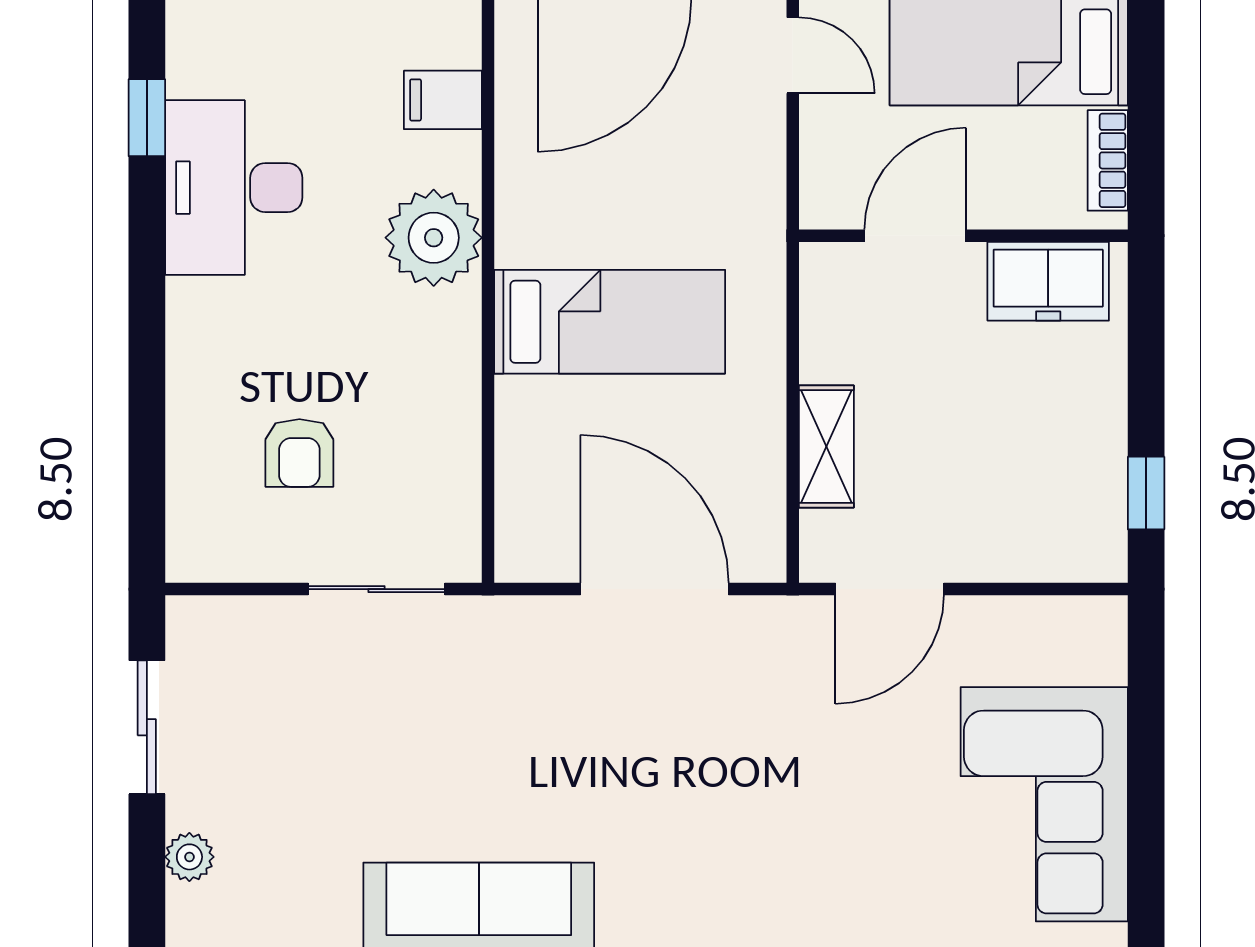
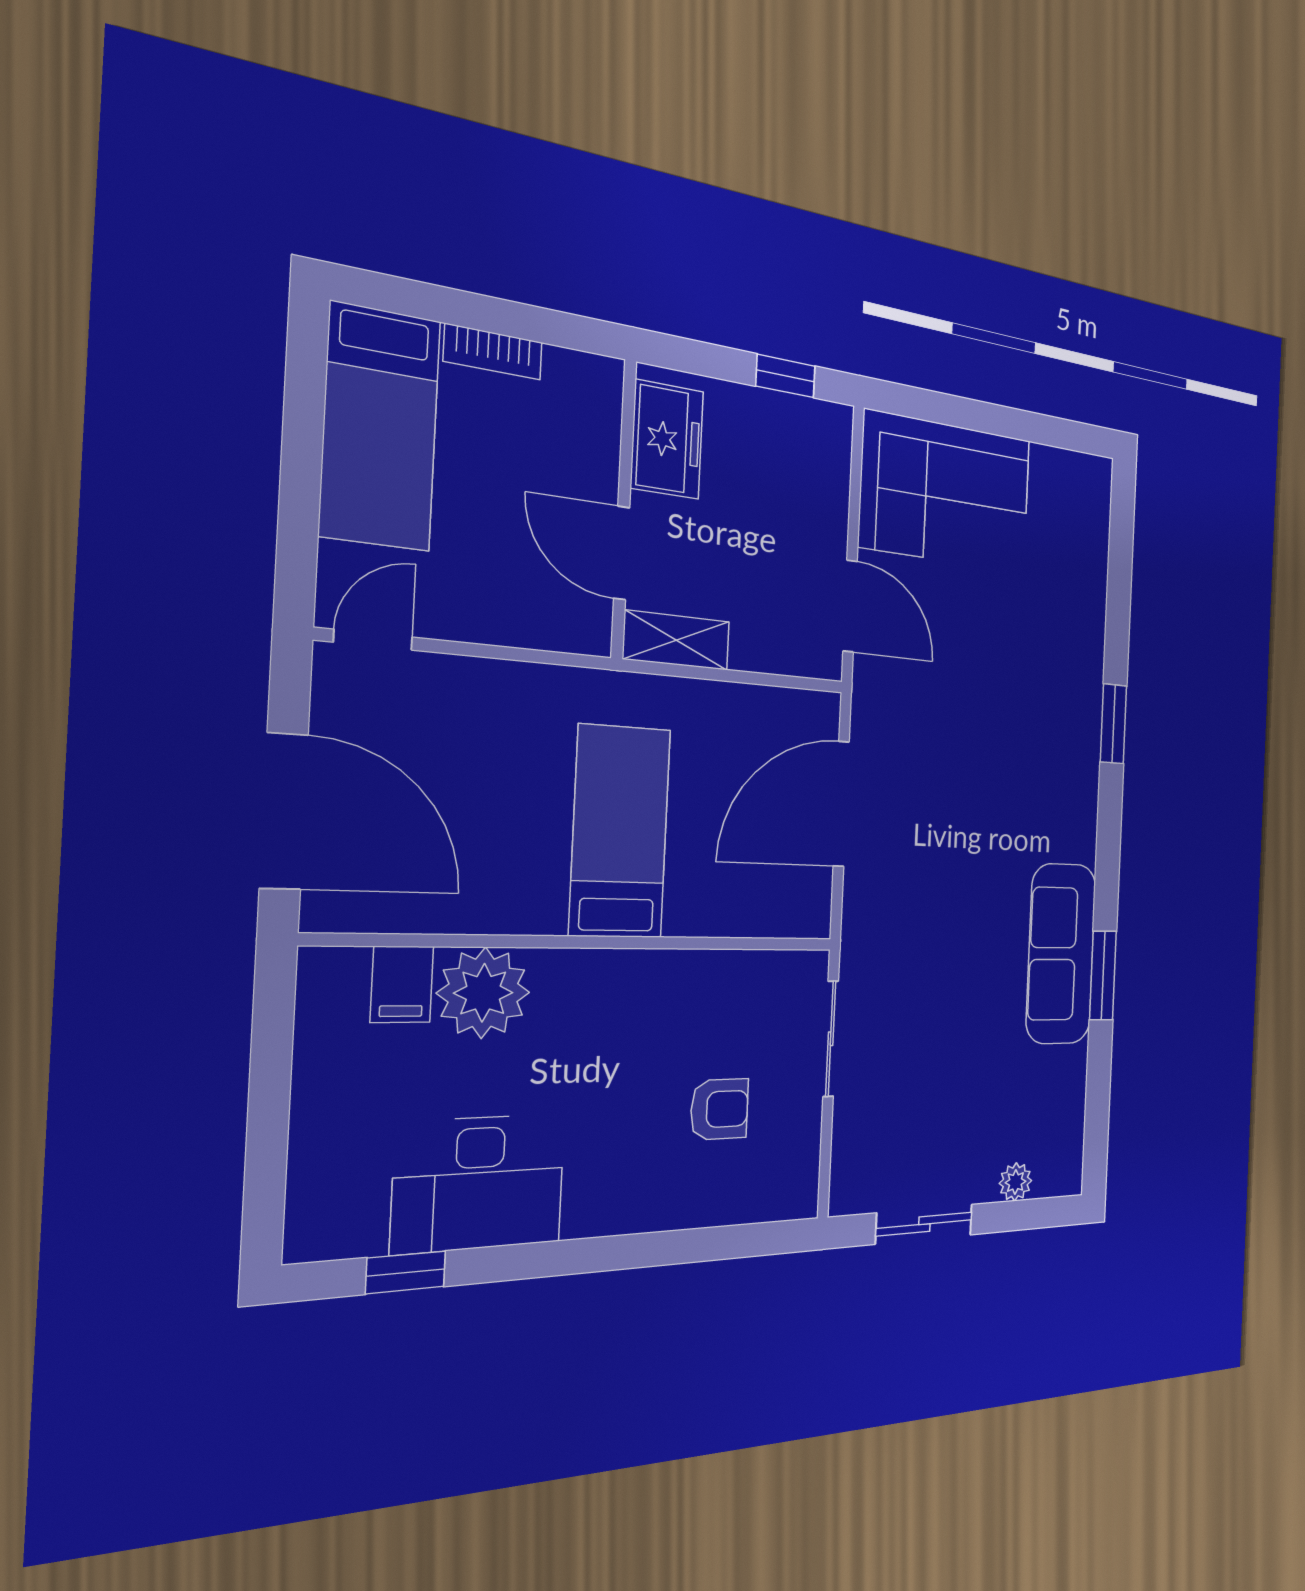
door: (915, 236) -> (622, 553), moved
wall: (963, 236) -> (624, 509), moved
plant: (434, 238) -> (483, 993), moved
freezer: (1048, 281) -> (667, 440), moved
shelving: (826, 446) -> (676, 640), moved
corner sofa: (1044, 804) -> (946, 493), moved

